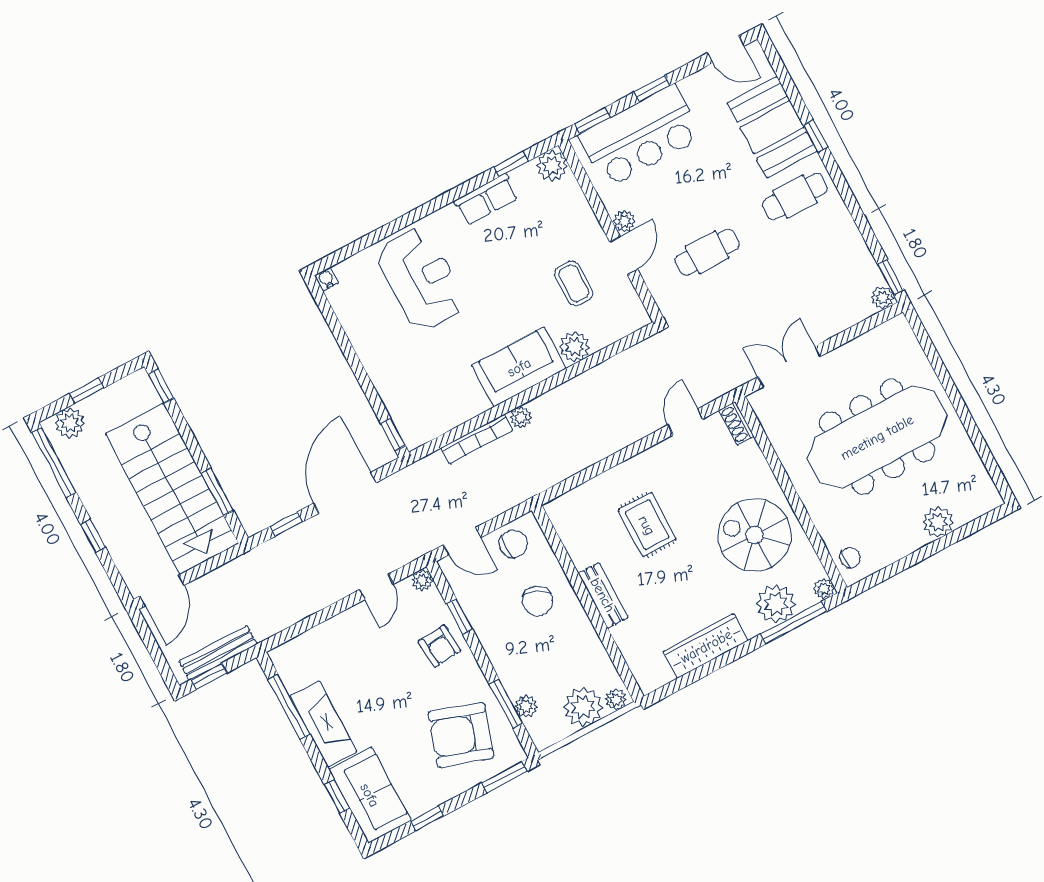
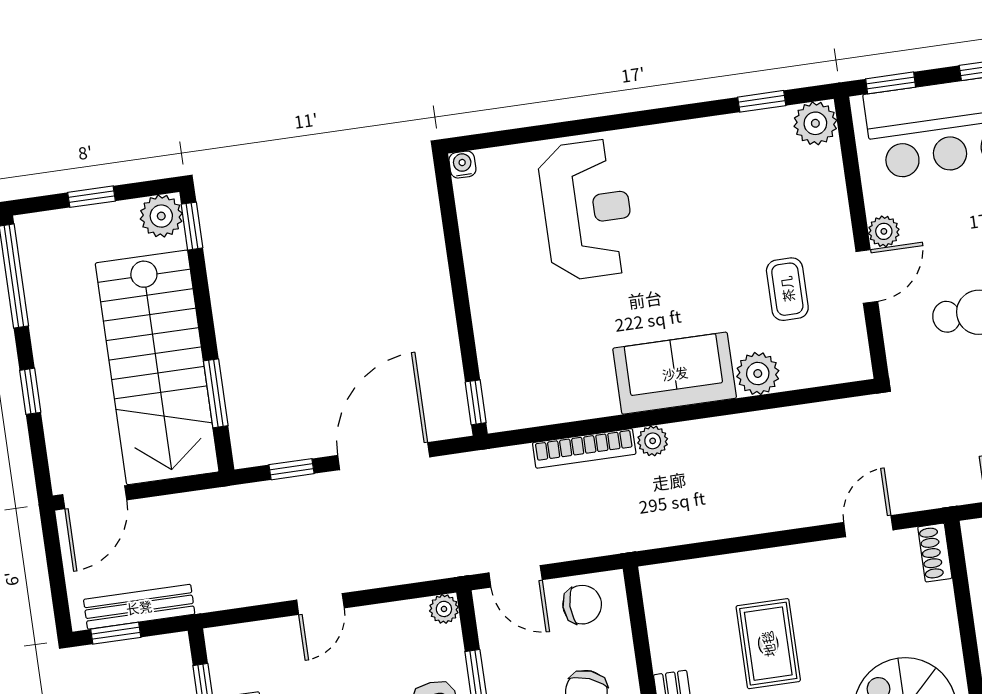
row of seats: (487, 200) -> (712, 136), removed
plant: (70, 423) -> (161, 216), moved
door: (376, 587) -> (320, 604), moved

